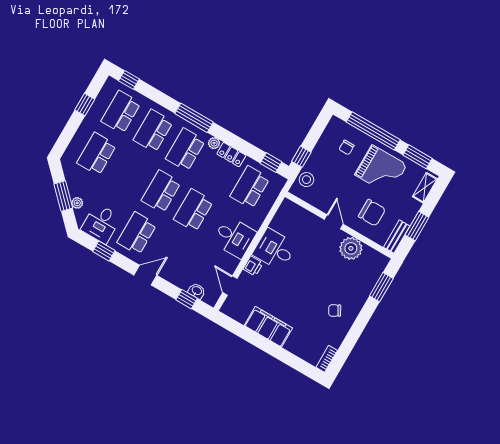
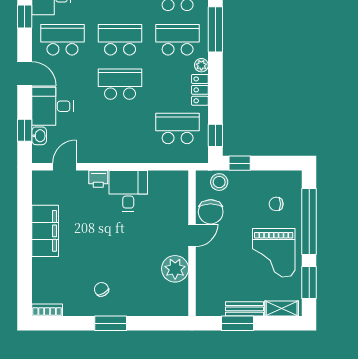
chair: (372, 213) -> (211, 212), moved
desk: (234, 237) -> (52, 106), moved, turned 90
bench: (397, 237) -> (244, 309), moved
window: (381, 287) -> (111, 323), moved

